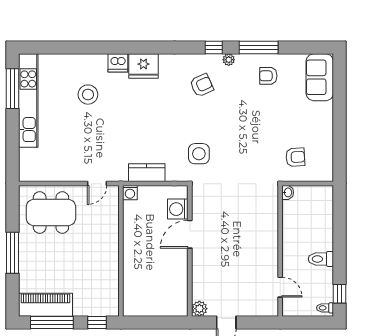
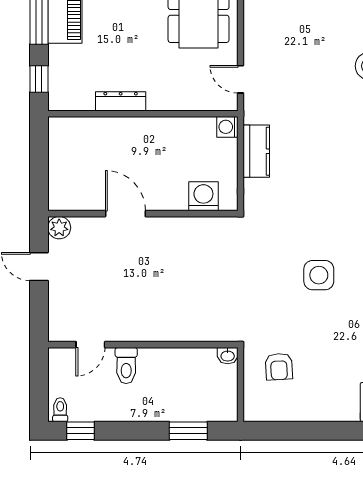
side table: (199, 154) -> (319, 275), moved
window: (340, 220) -> (188, 431), added
door: (190, 234) -> (125, 214), moved
toilet: (321, 259) -> (126, 365), moved, turned 180
dresser: (112, 266) -> (121, 101), added

